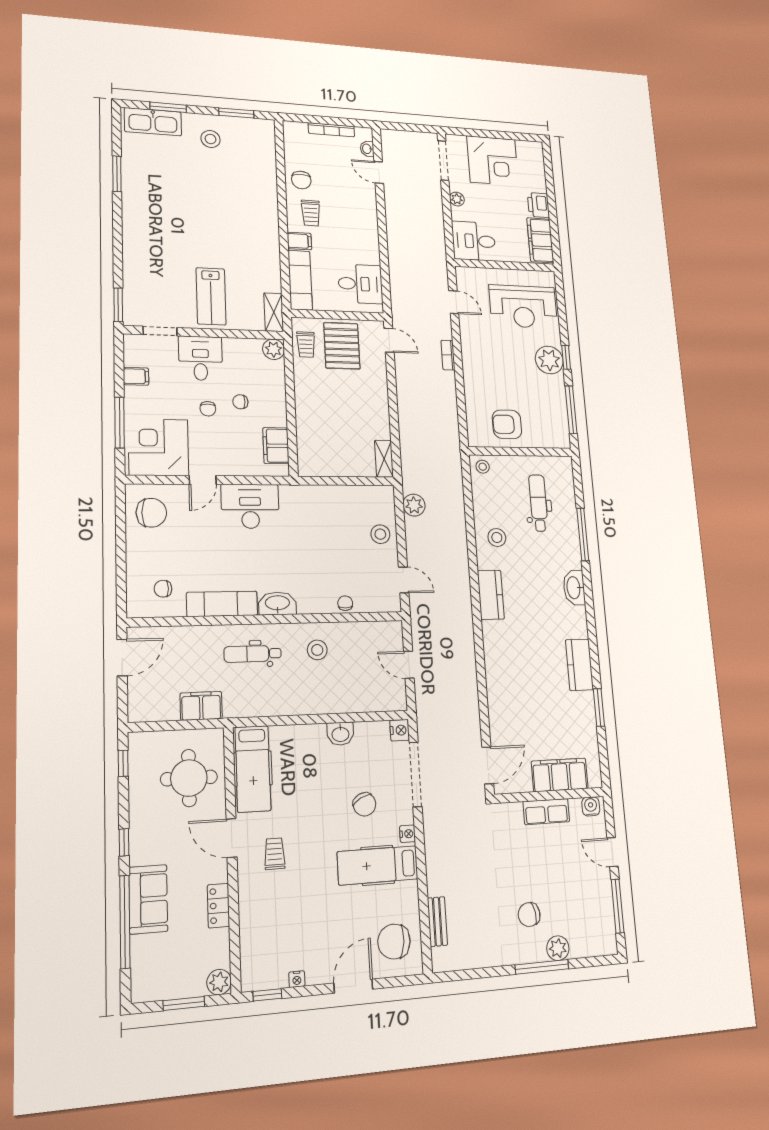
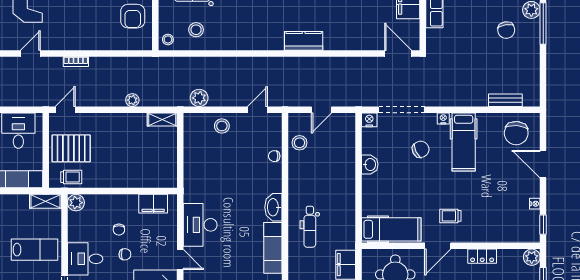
plant: (406, 422) -> (132, 100), added
stool: (497, 537) -> (196, 30), moved
kitchen counter: (491, 595) -> (304, 41), moved
stool: (317, 650) -> (299, 143), moved

